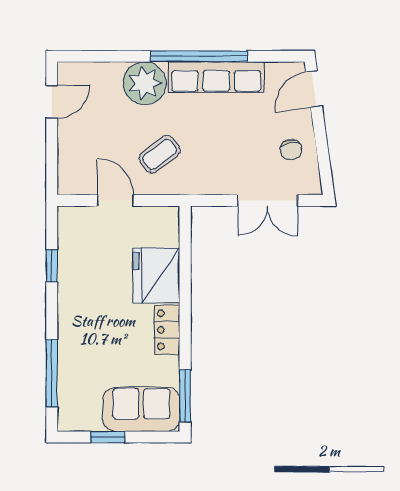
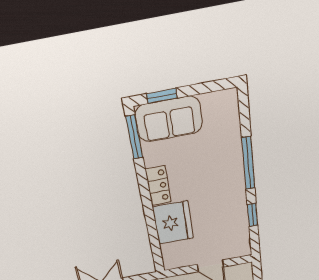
window: (52, 373) -> (248, 163), moved
window: (108, 437) -> (162, 96), moved

